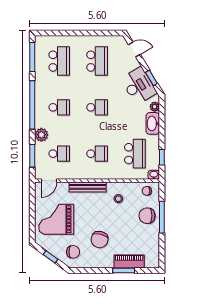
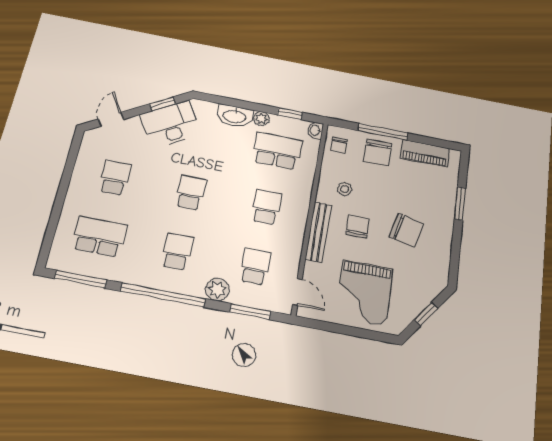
school desk: (97, 61) -> (115, 178), width x0.54
plant: (155, 107) -> (261, 119), moved
chair: (73, 252) -> (358, 227), moved
piano: (129, 261) -> (425, 153), moved, turned -90

